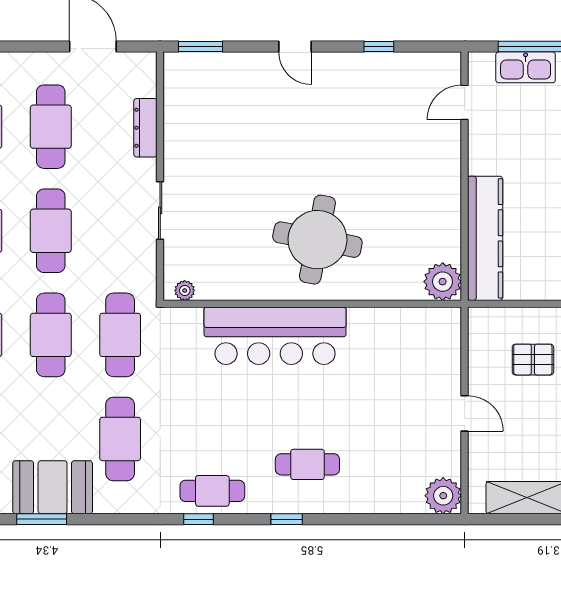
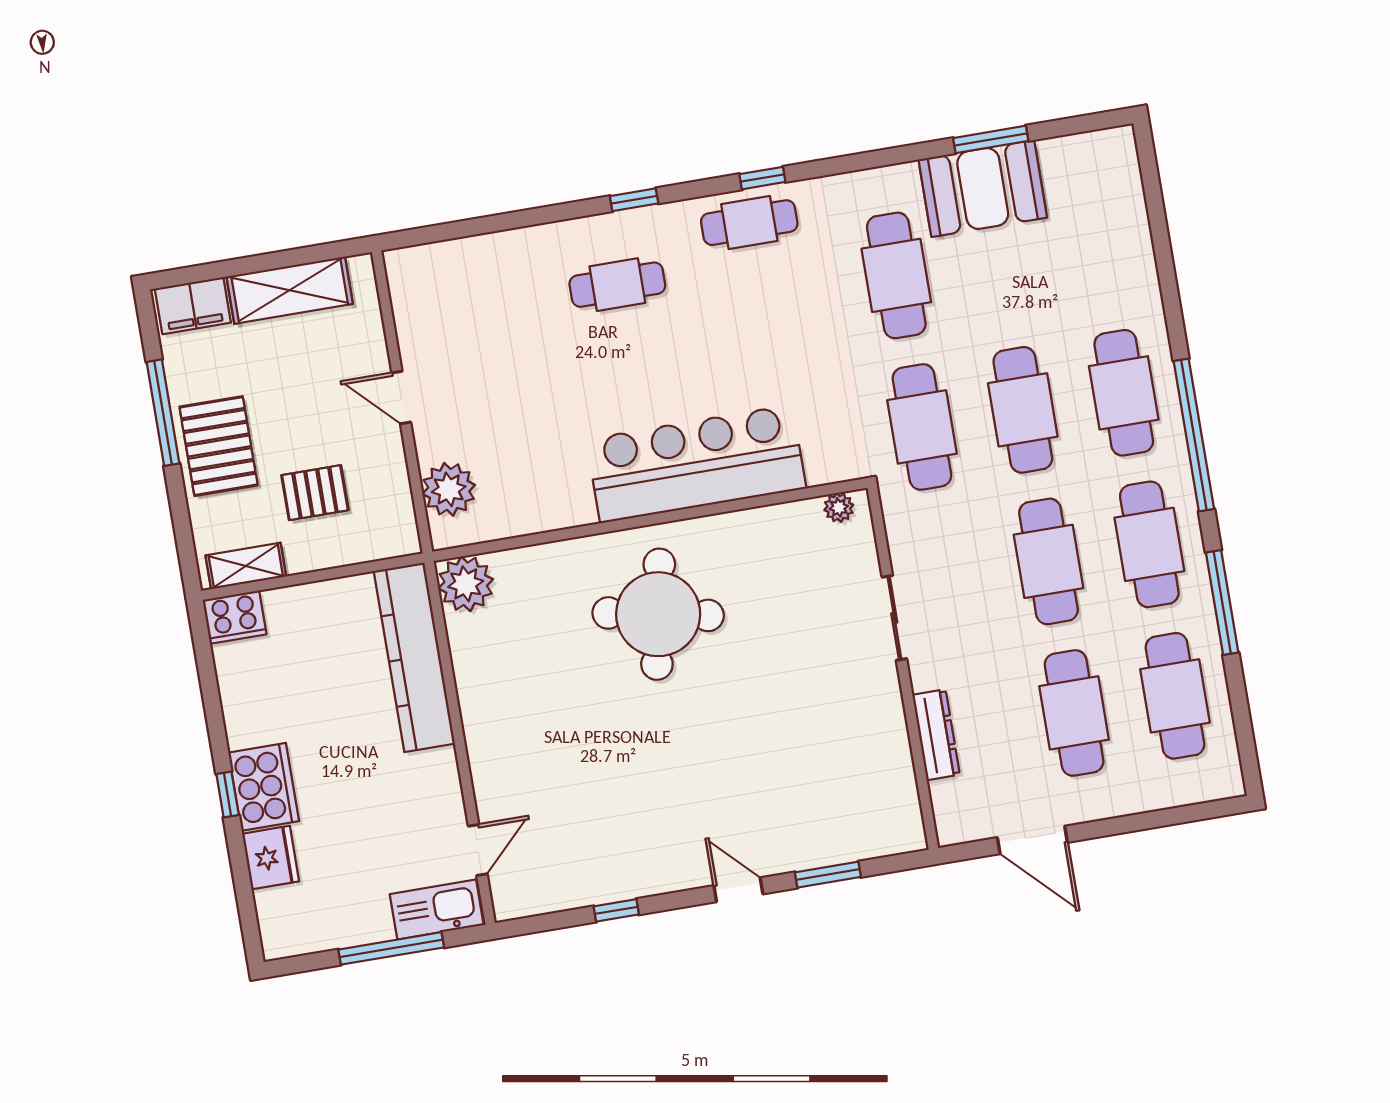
window: (201, 47) -> (828, 875), moved
kitchen sink: (526, 67) -> (437, 910), moved
plant: (443, 496) -> (449, 489), moved

